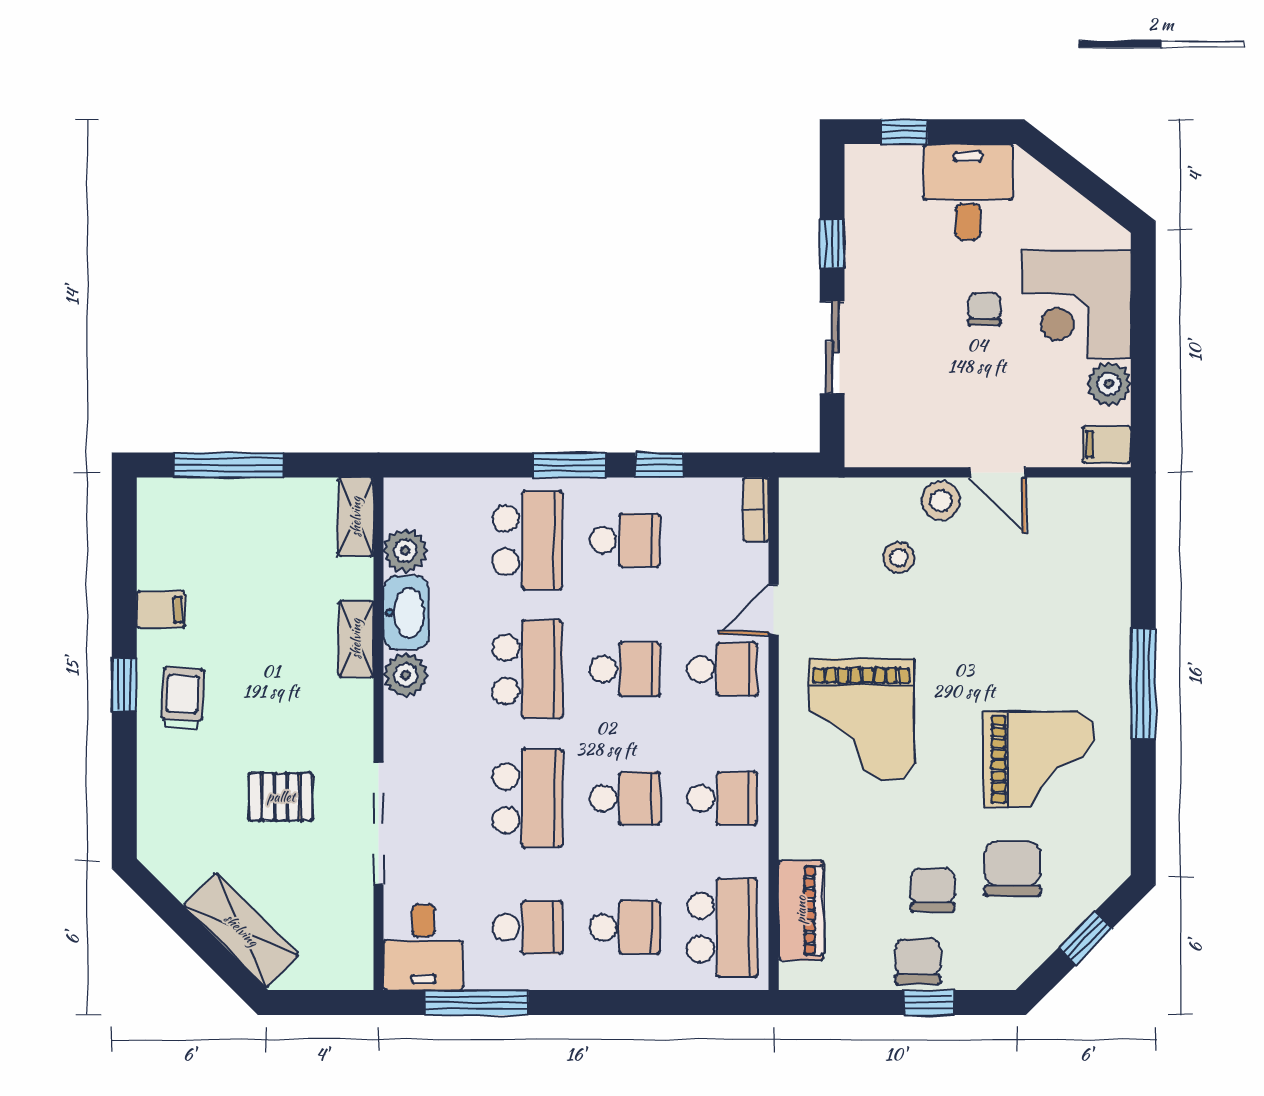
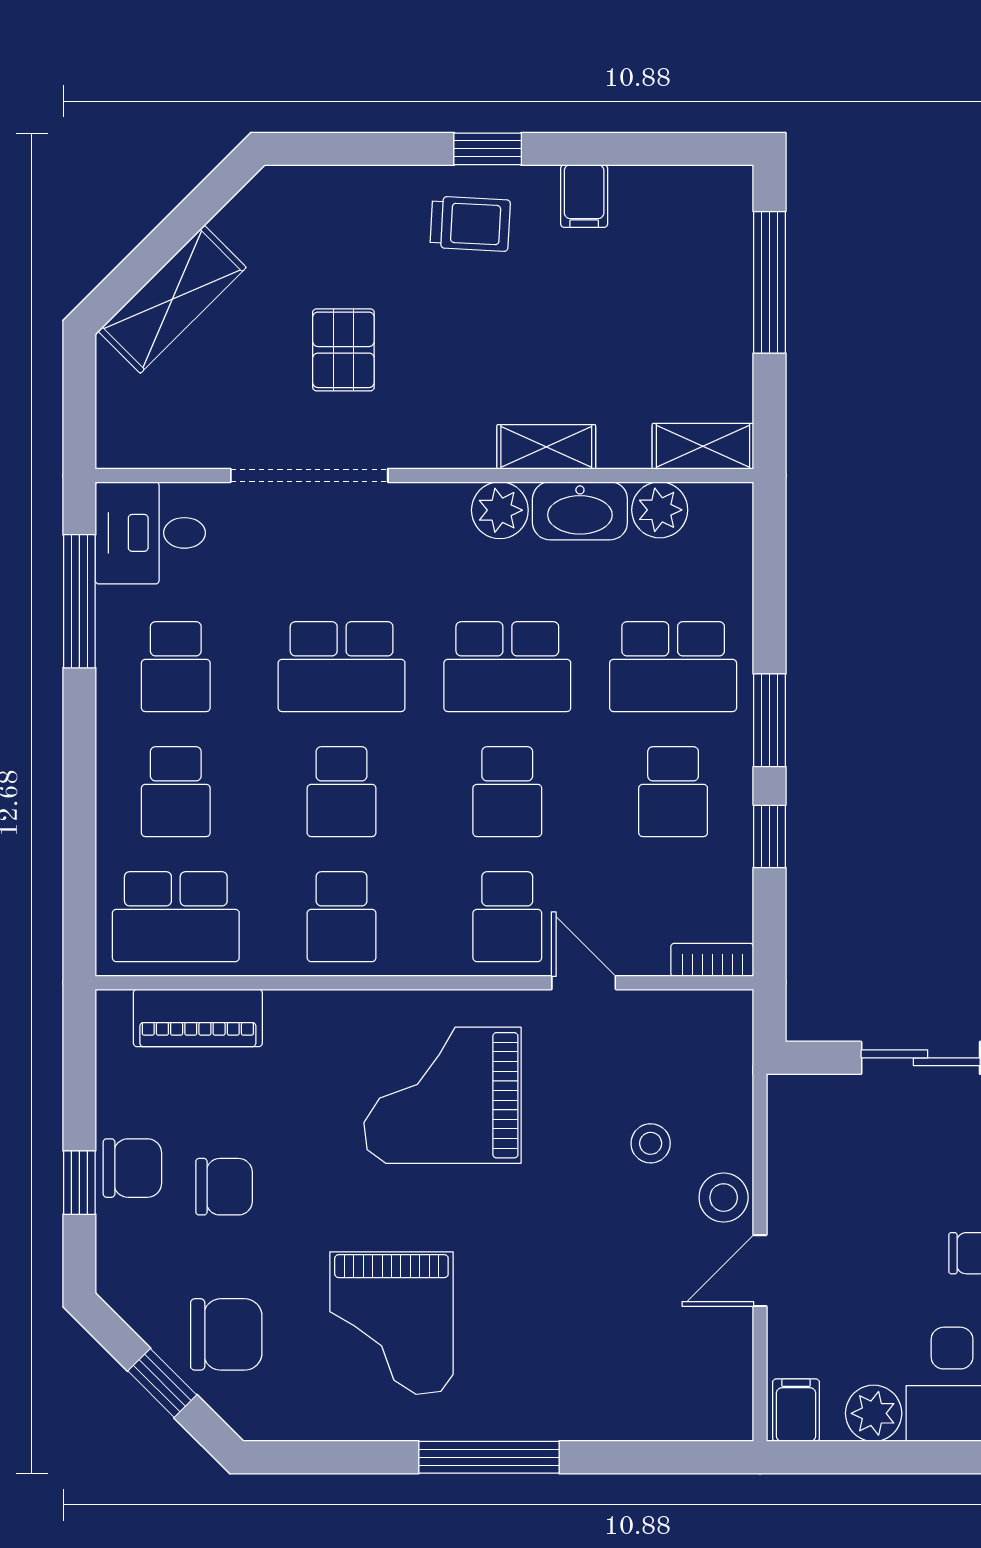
chair: (1013, 869) -> (226, 1334), moved

